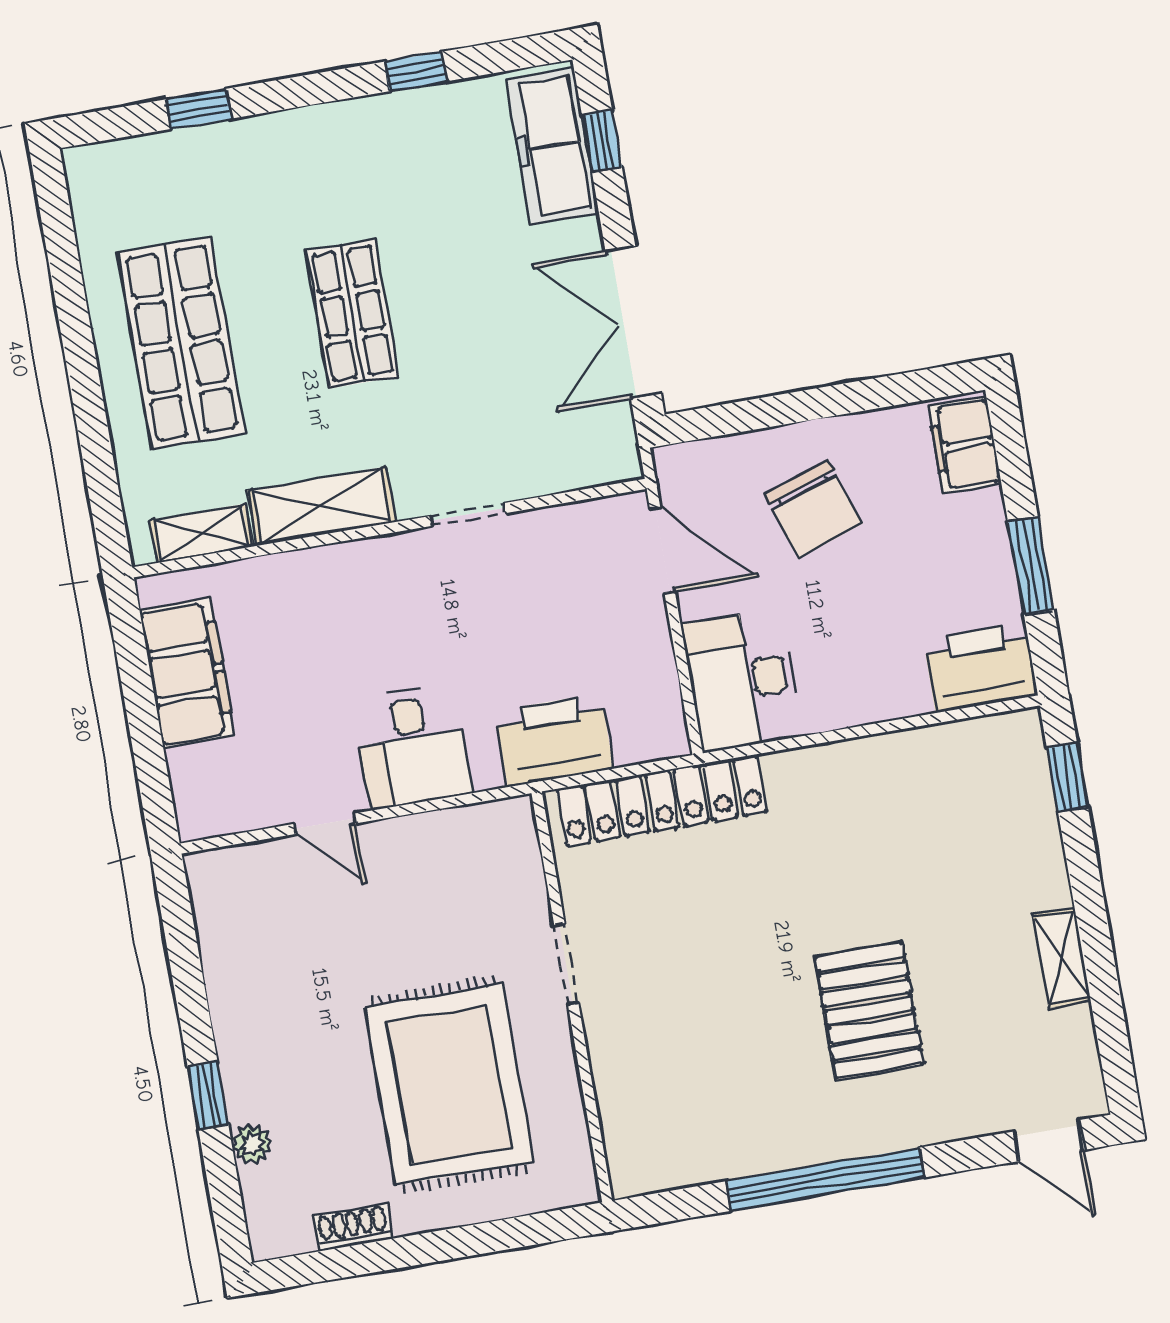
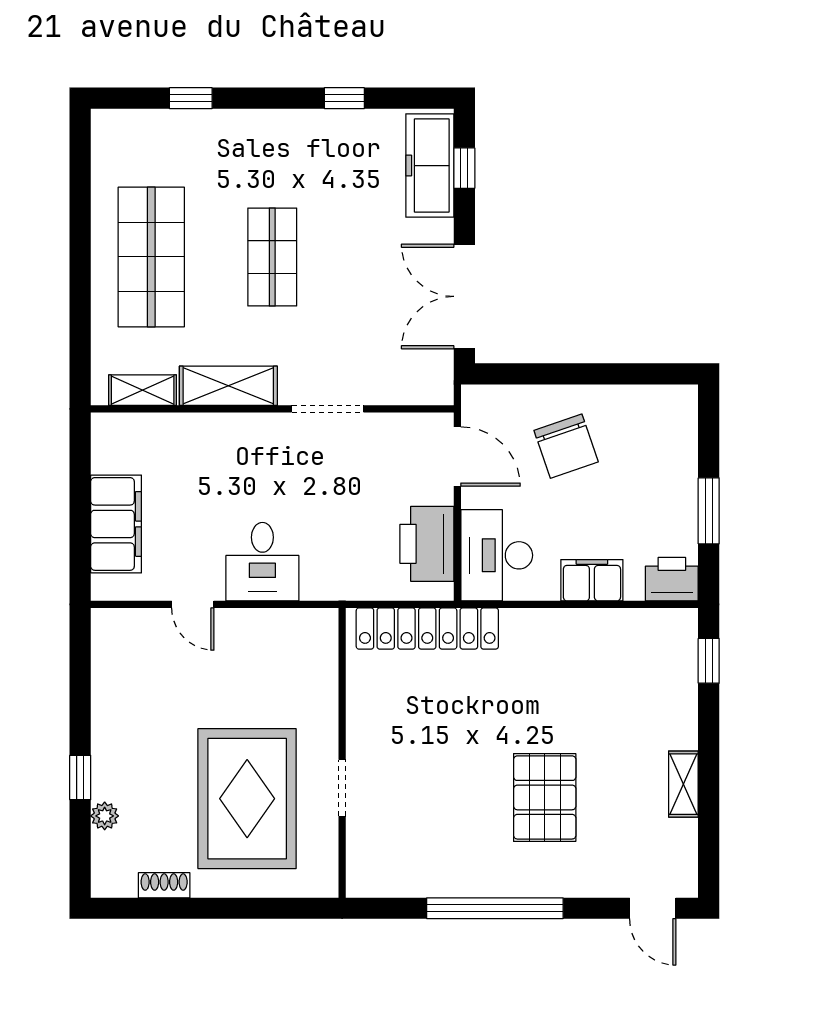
filing cabinet: (965, 445) -> (592, 580), moved, turned 90
doorway: (468, 515) -> (328, 409), width x1.38
printer: (980, 668) -> (672, 579), width x0.73, depth x0.84
filing cabinet: (187, 673) -> (116, 524), moved
printer: (554, 740) -> (427, 544), moved, turned -90
doorway: (566, 964) -> (342, 788), moved

